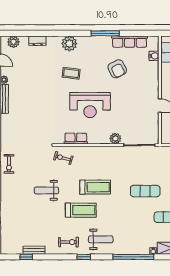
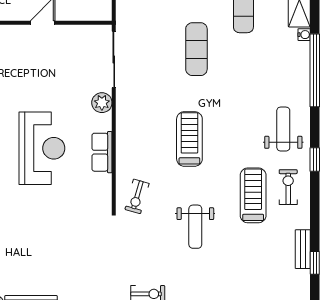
row of seats: (76, 139) -> (102, 152), moved
treadmill: (81, 210) -> (253, 195), moved

